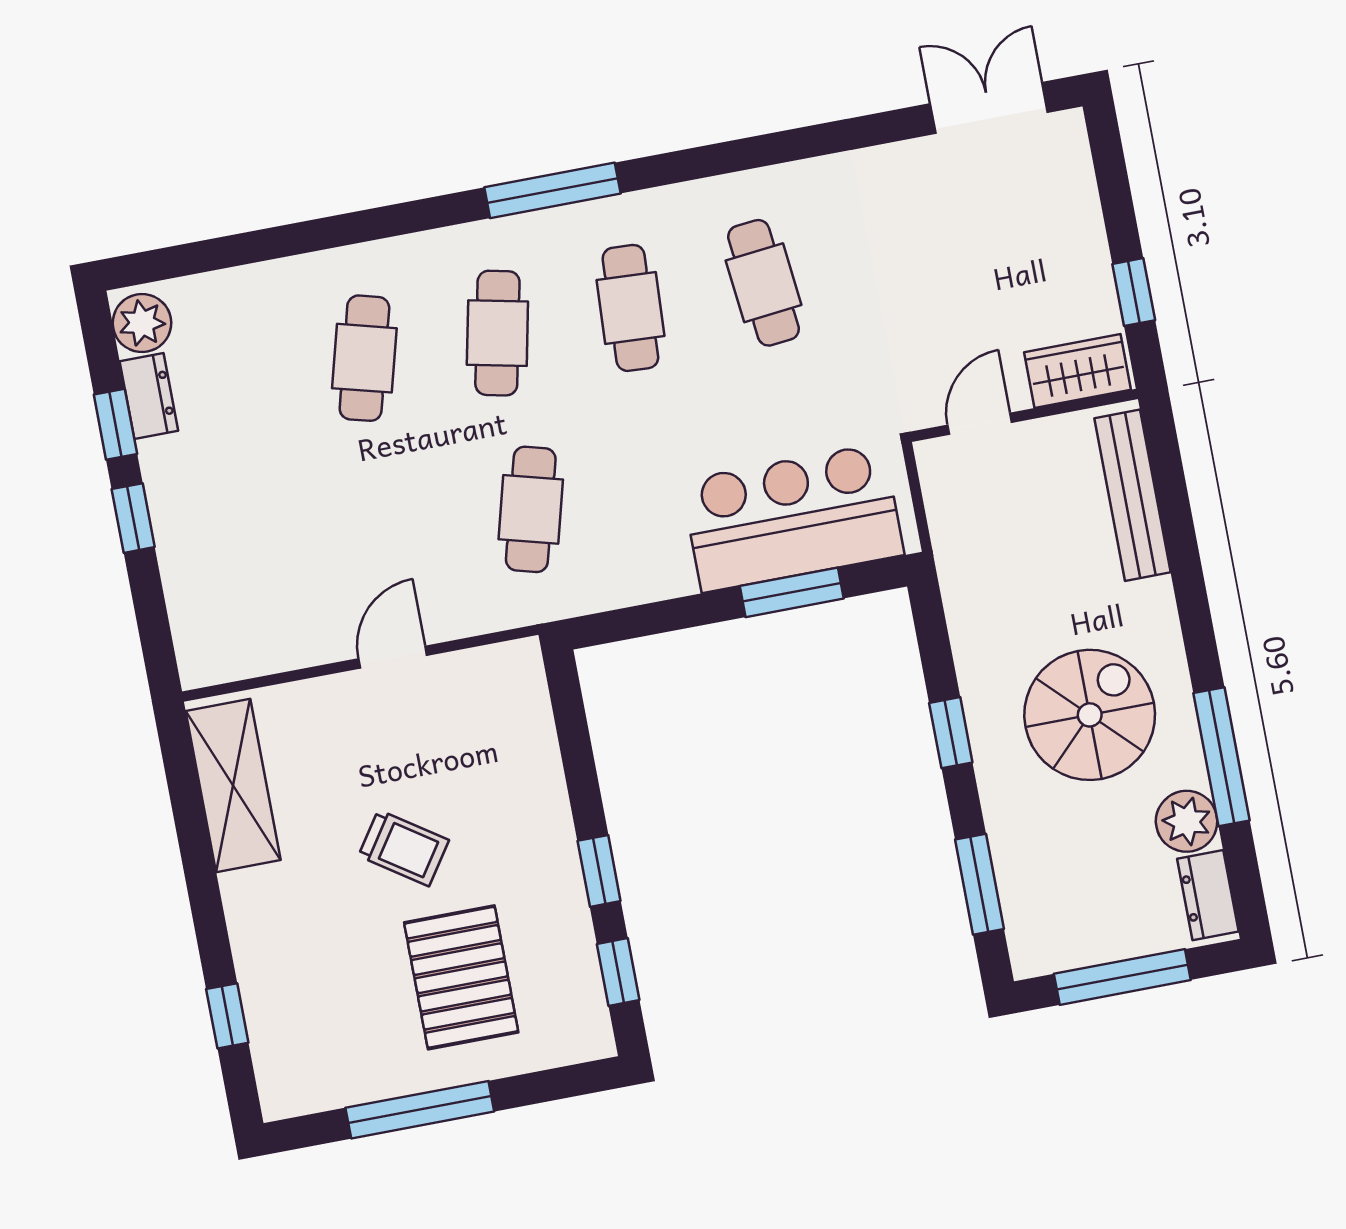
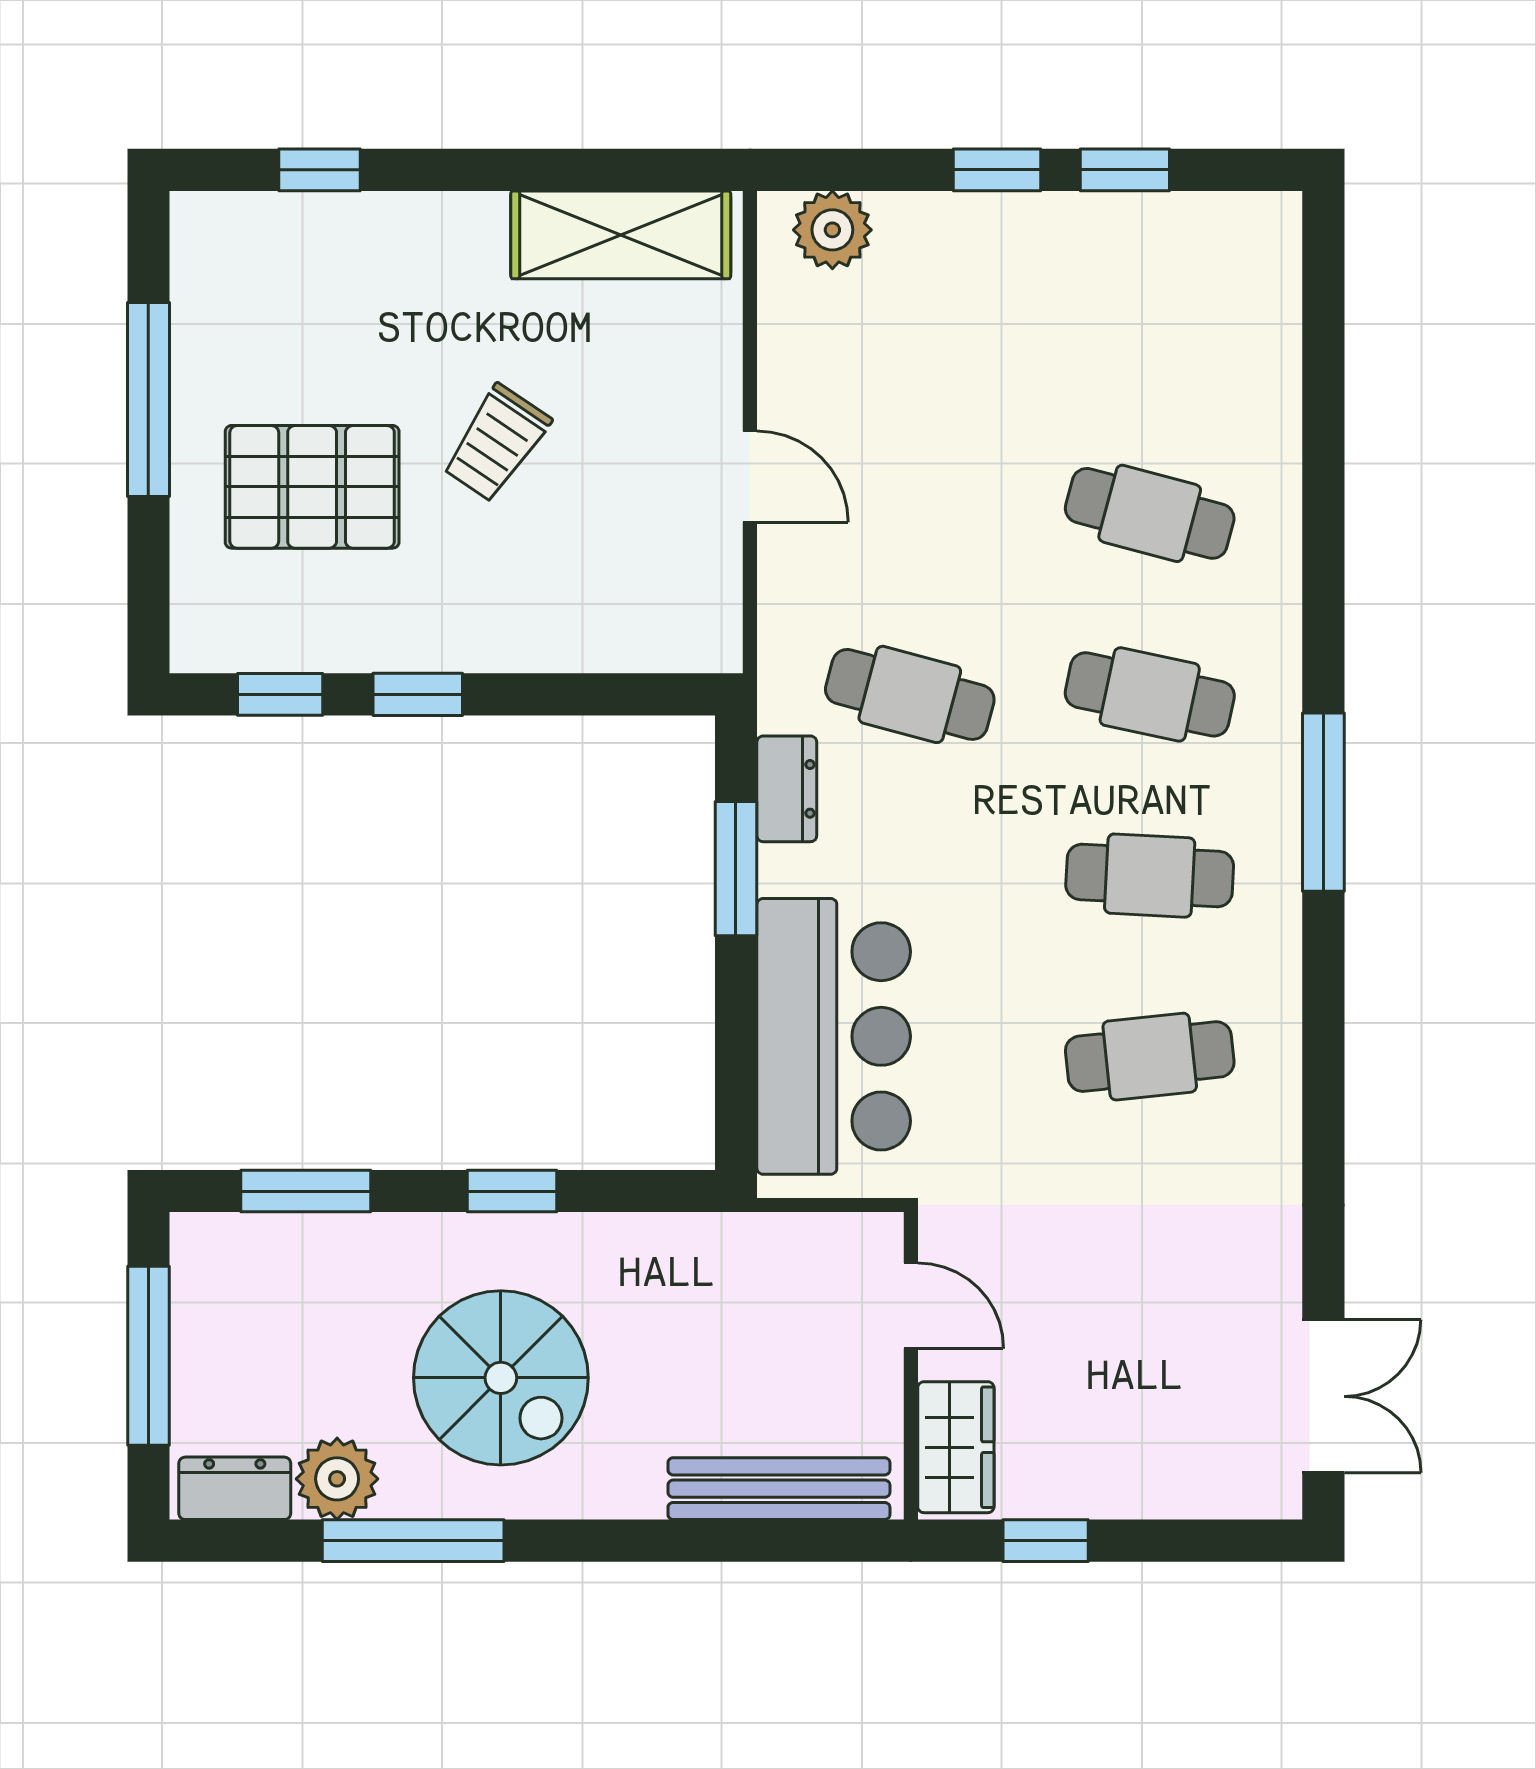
plant: (142, 323) -> (832, 230), moved
dresser: (149, 396) -> (787, 789), moved, turned -90
window: (792, 592) -> (736, 869), moved

